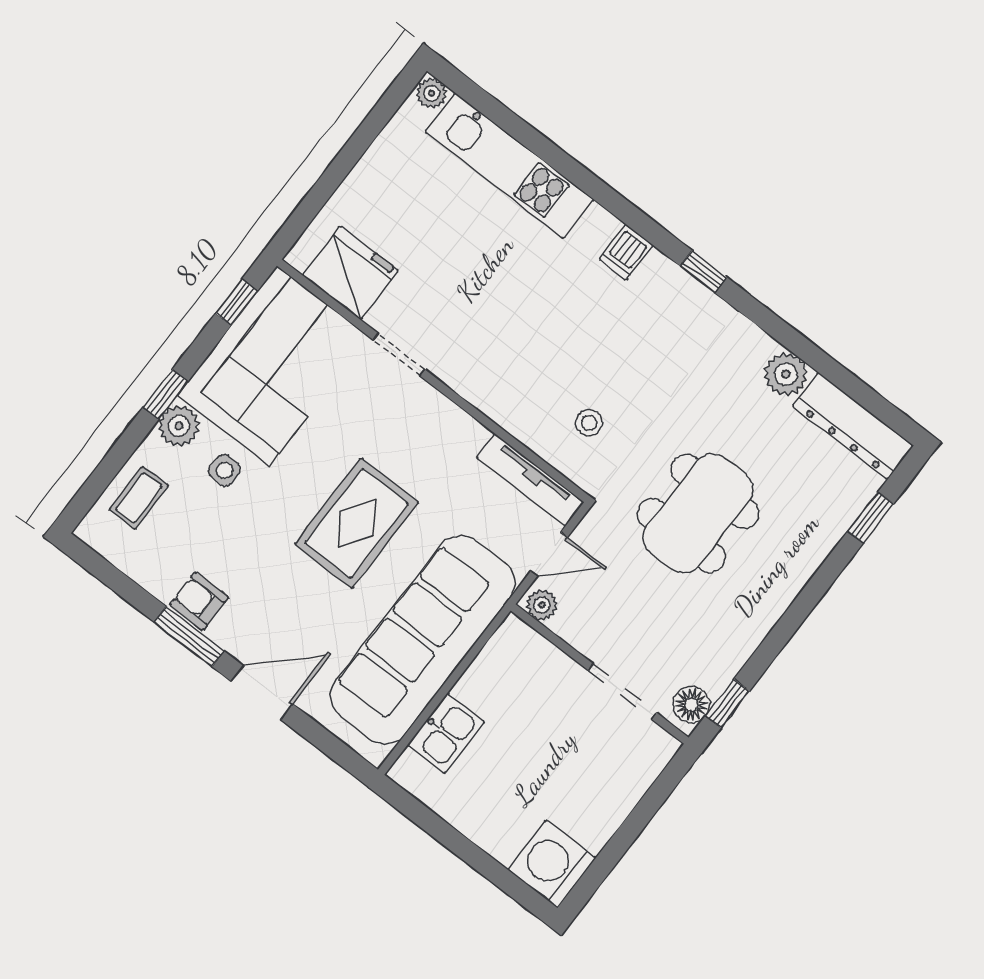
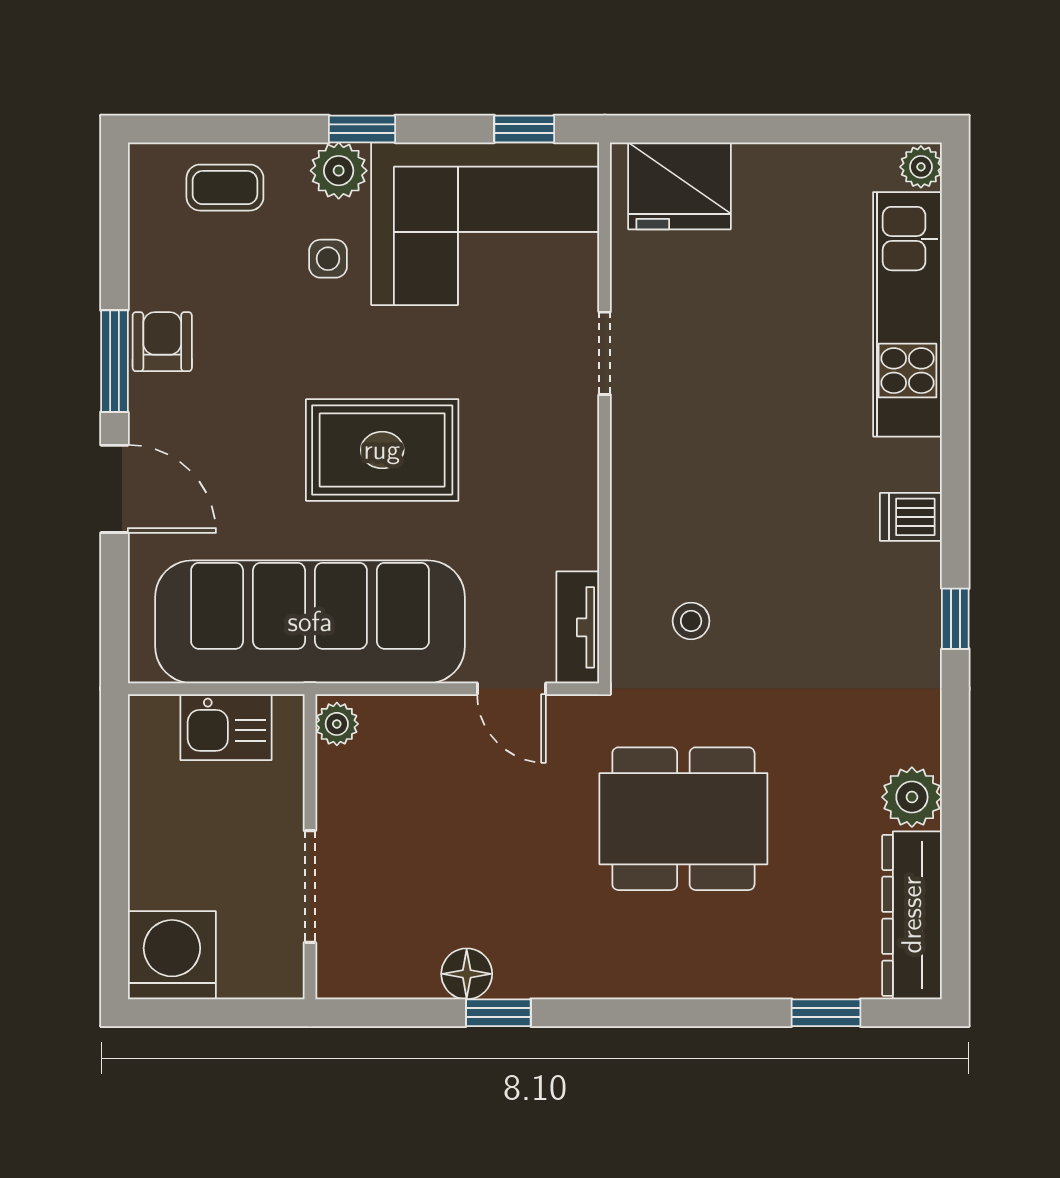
fridge: (350, 273) -> (679, 186), moved, turned 90
tv unit: (530, 480) -> (578, 627), width x0.71
plant: (542, 605) -> (337, 724), moved
wall: (600, 674) -> (310, 847), moved
doorway: (622, 691) -> (310, 887), moved

